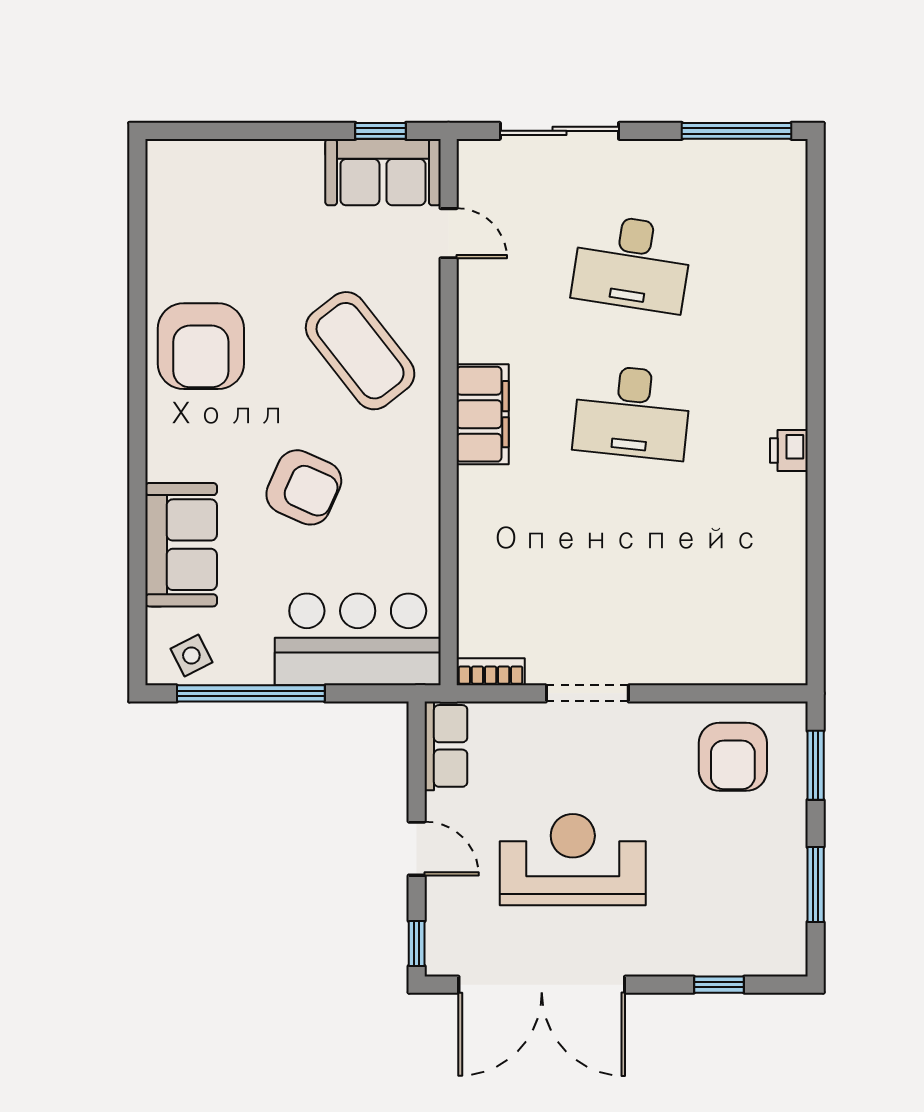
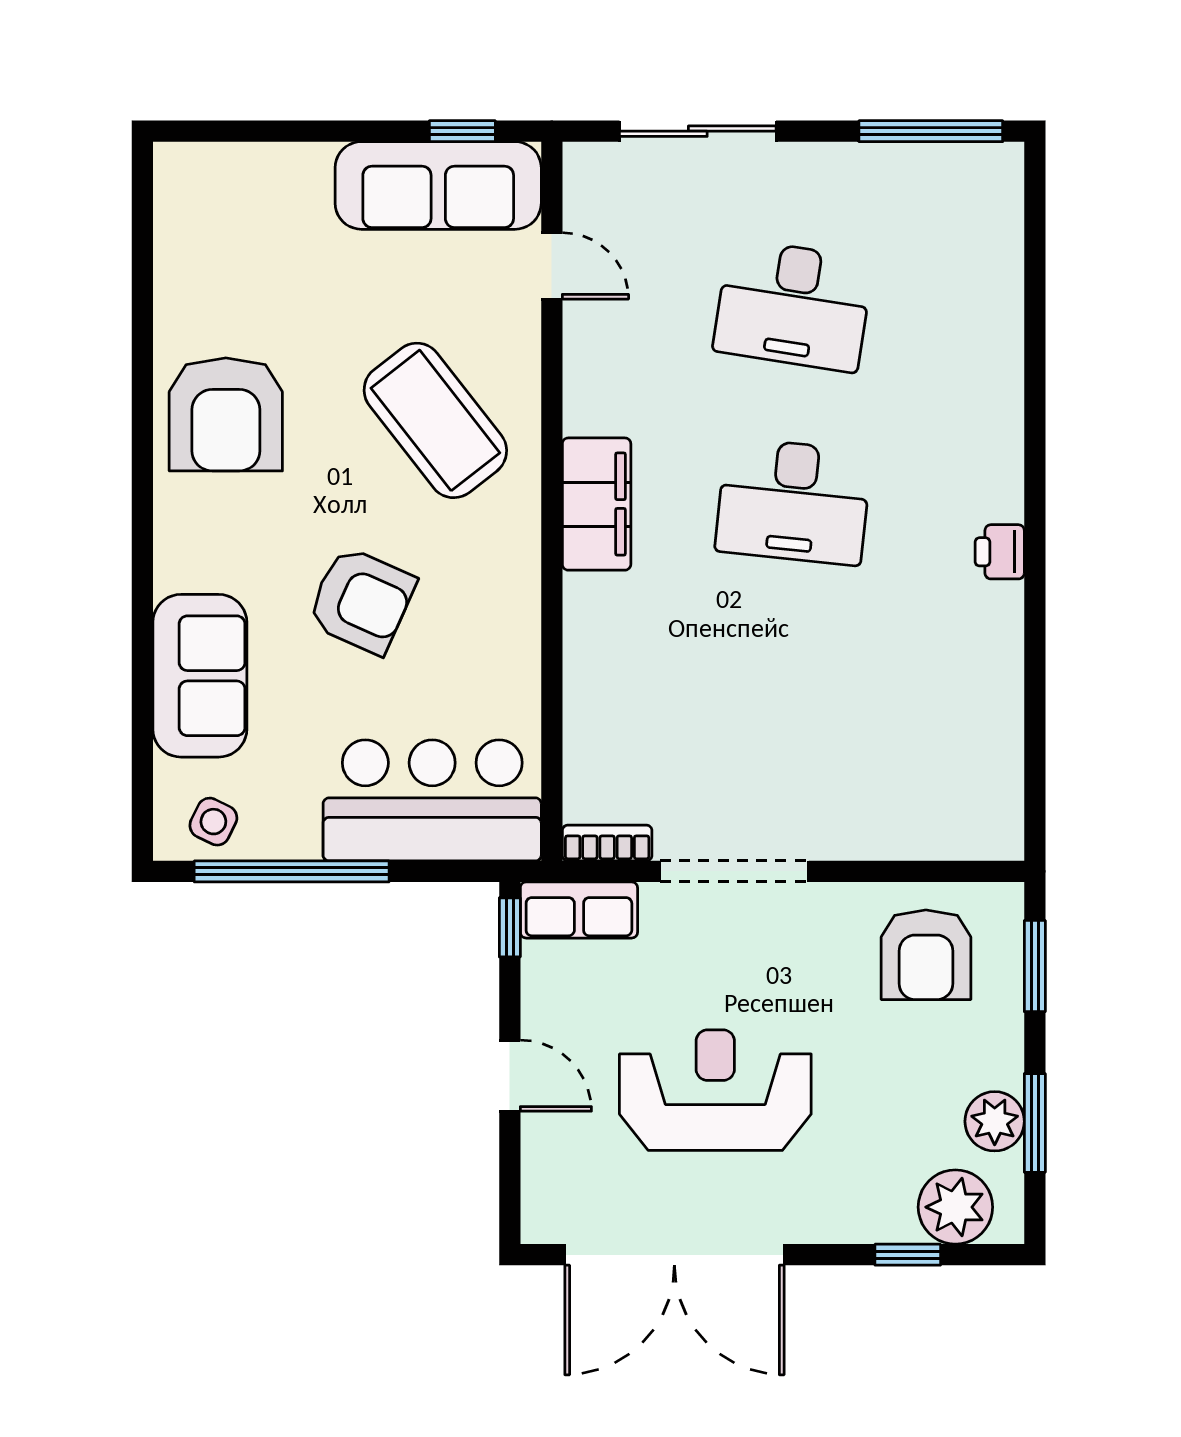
sofa: (383, 172) -> (438, 185), width x1.36
side table: (191, 655) -> (213, 822), turned -37
doorway: (587, 693) -> (734, 871), width x1.36
row of seats: (446, 746) -> (579, 910), moved, turned 90
plant: (785, 883) -> (995, 1121), added
window: (417, 943) -> (510, 927), moved
plant: (755, 948) -> (955, 1207), added

